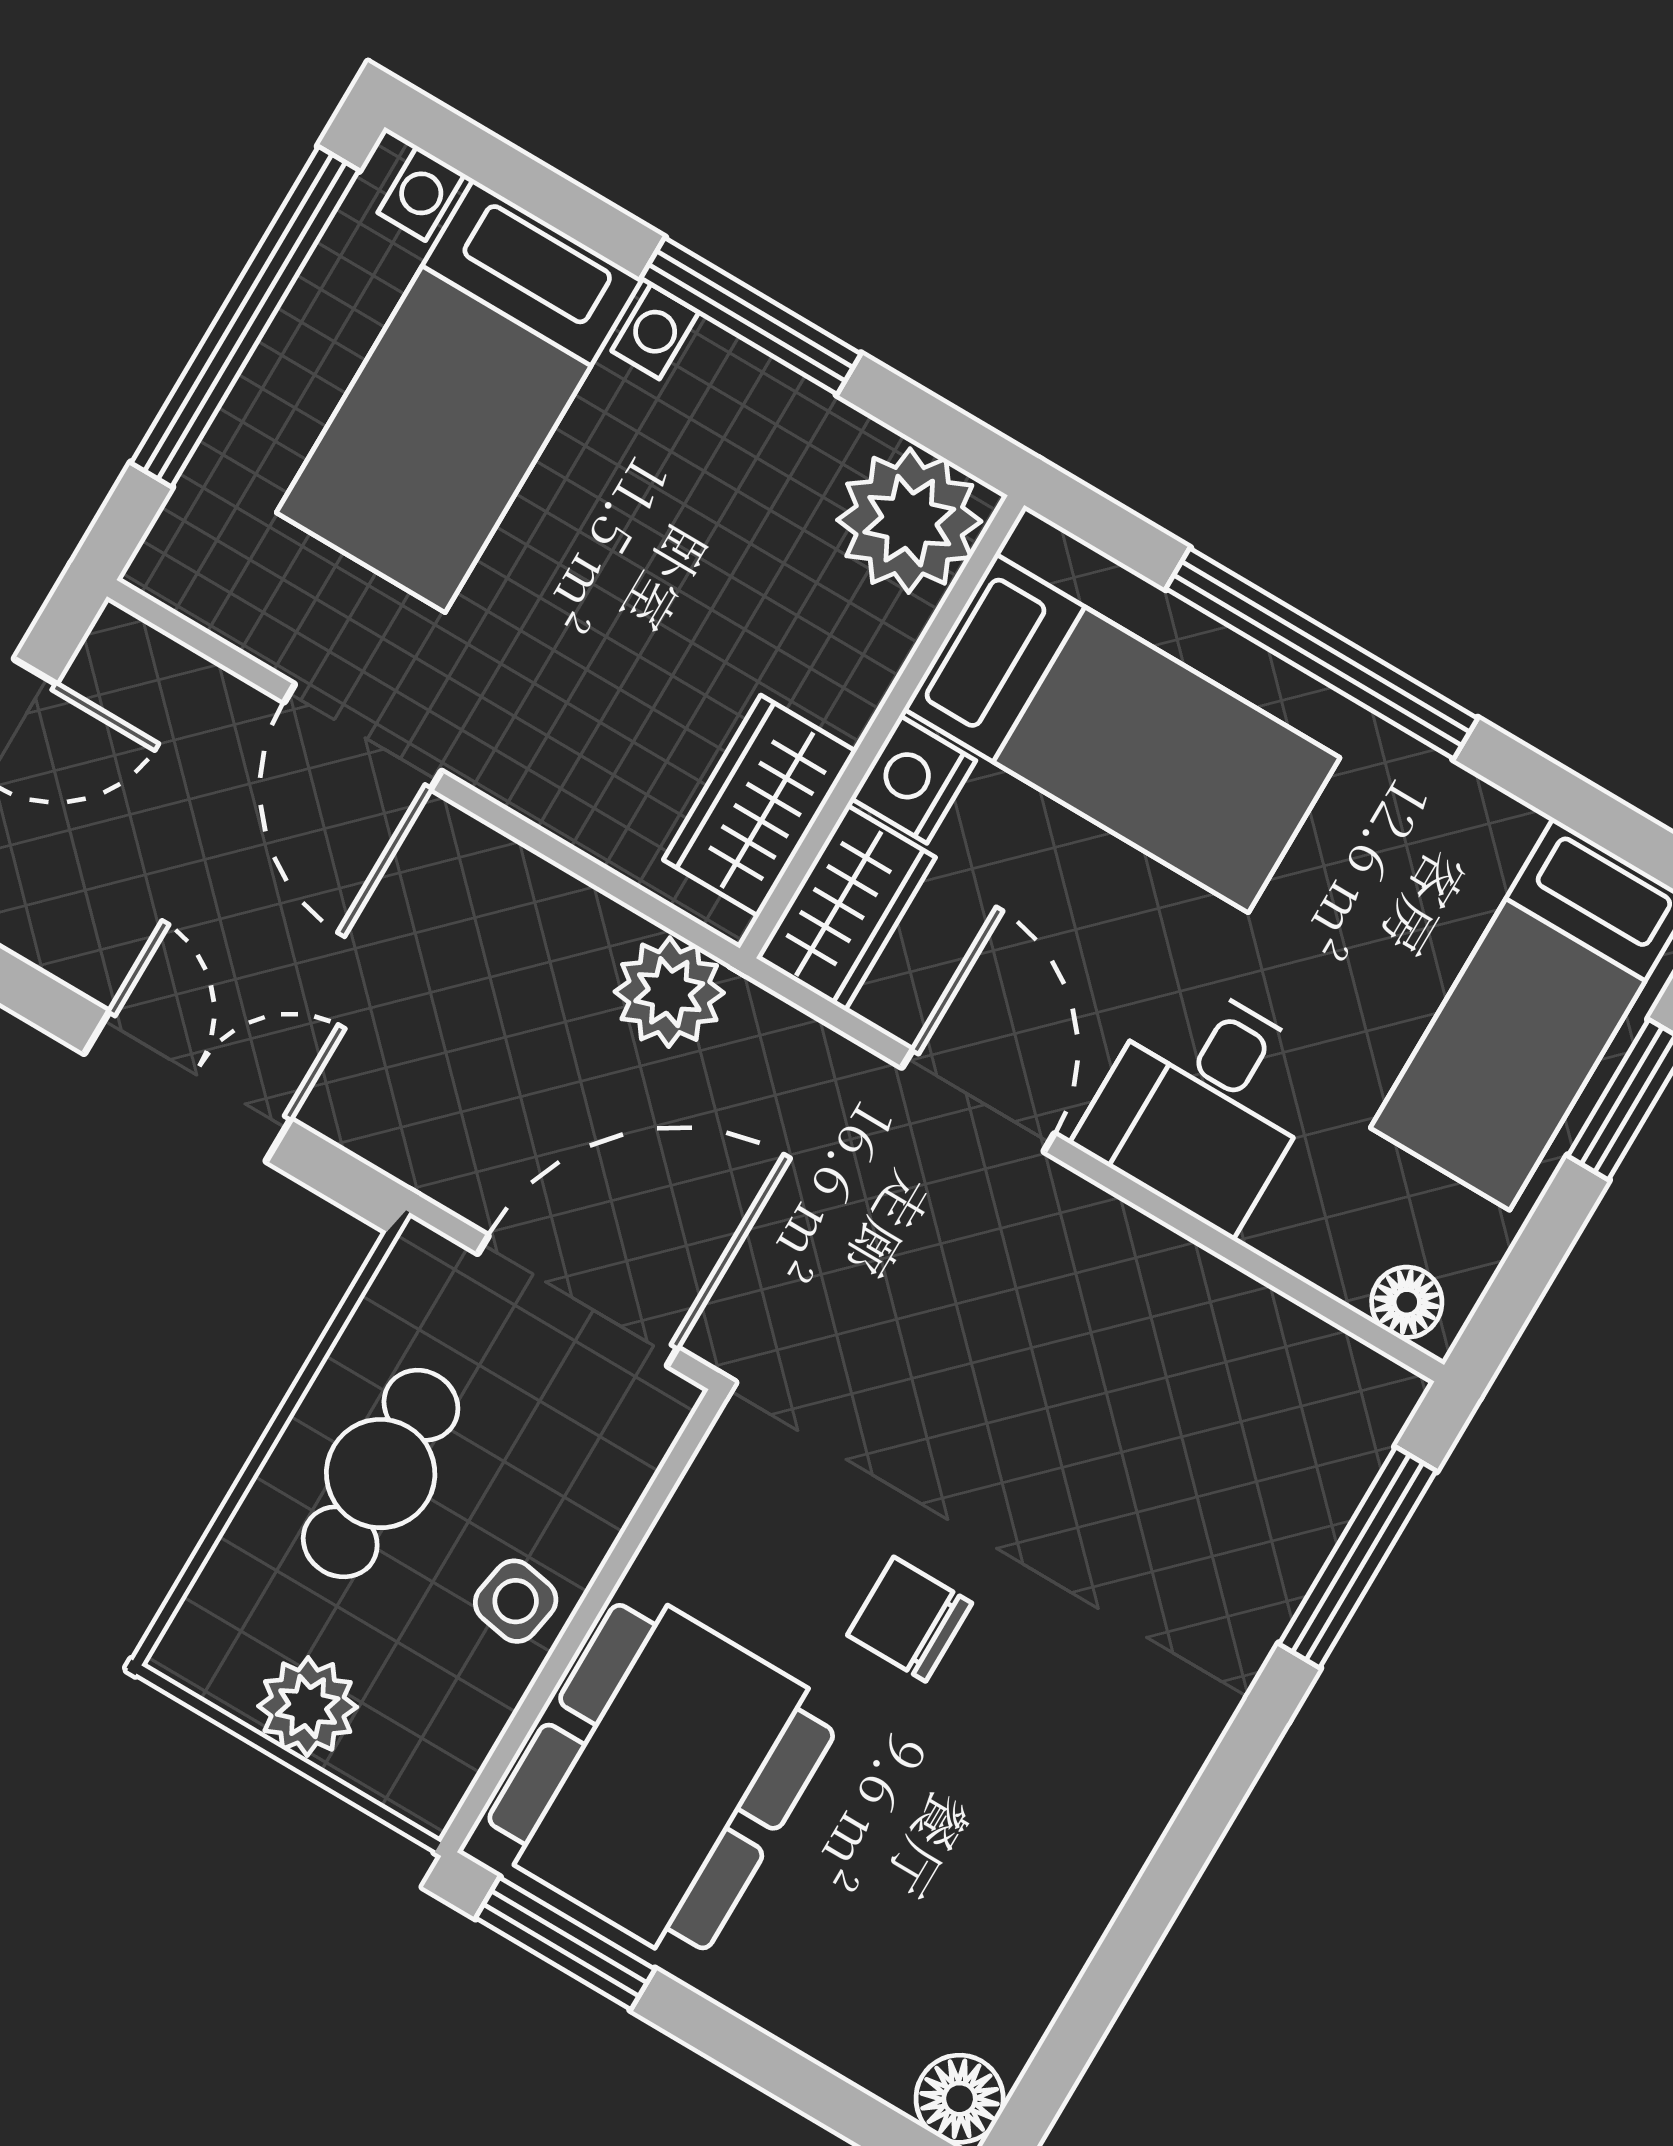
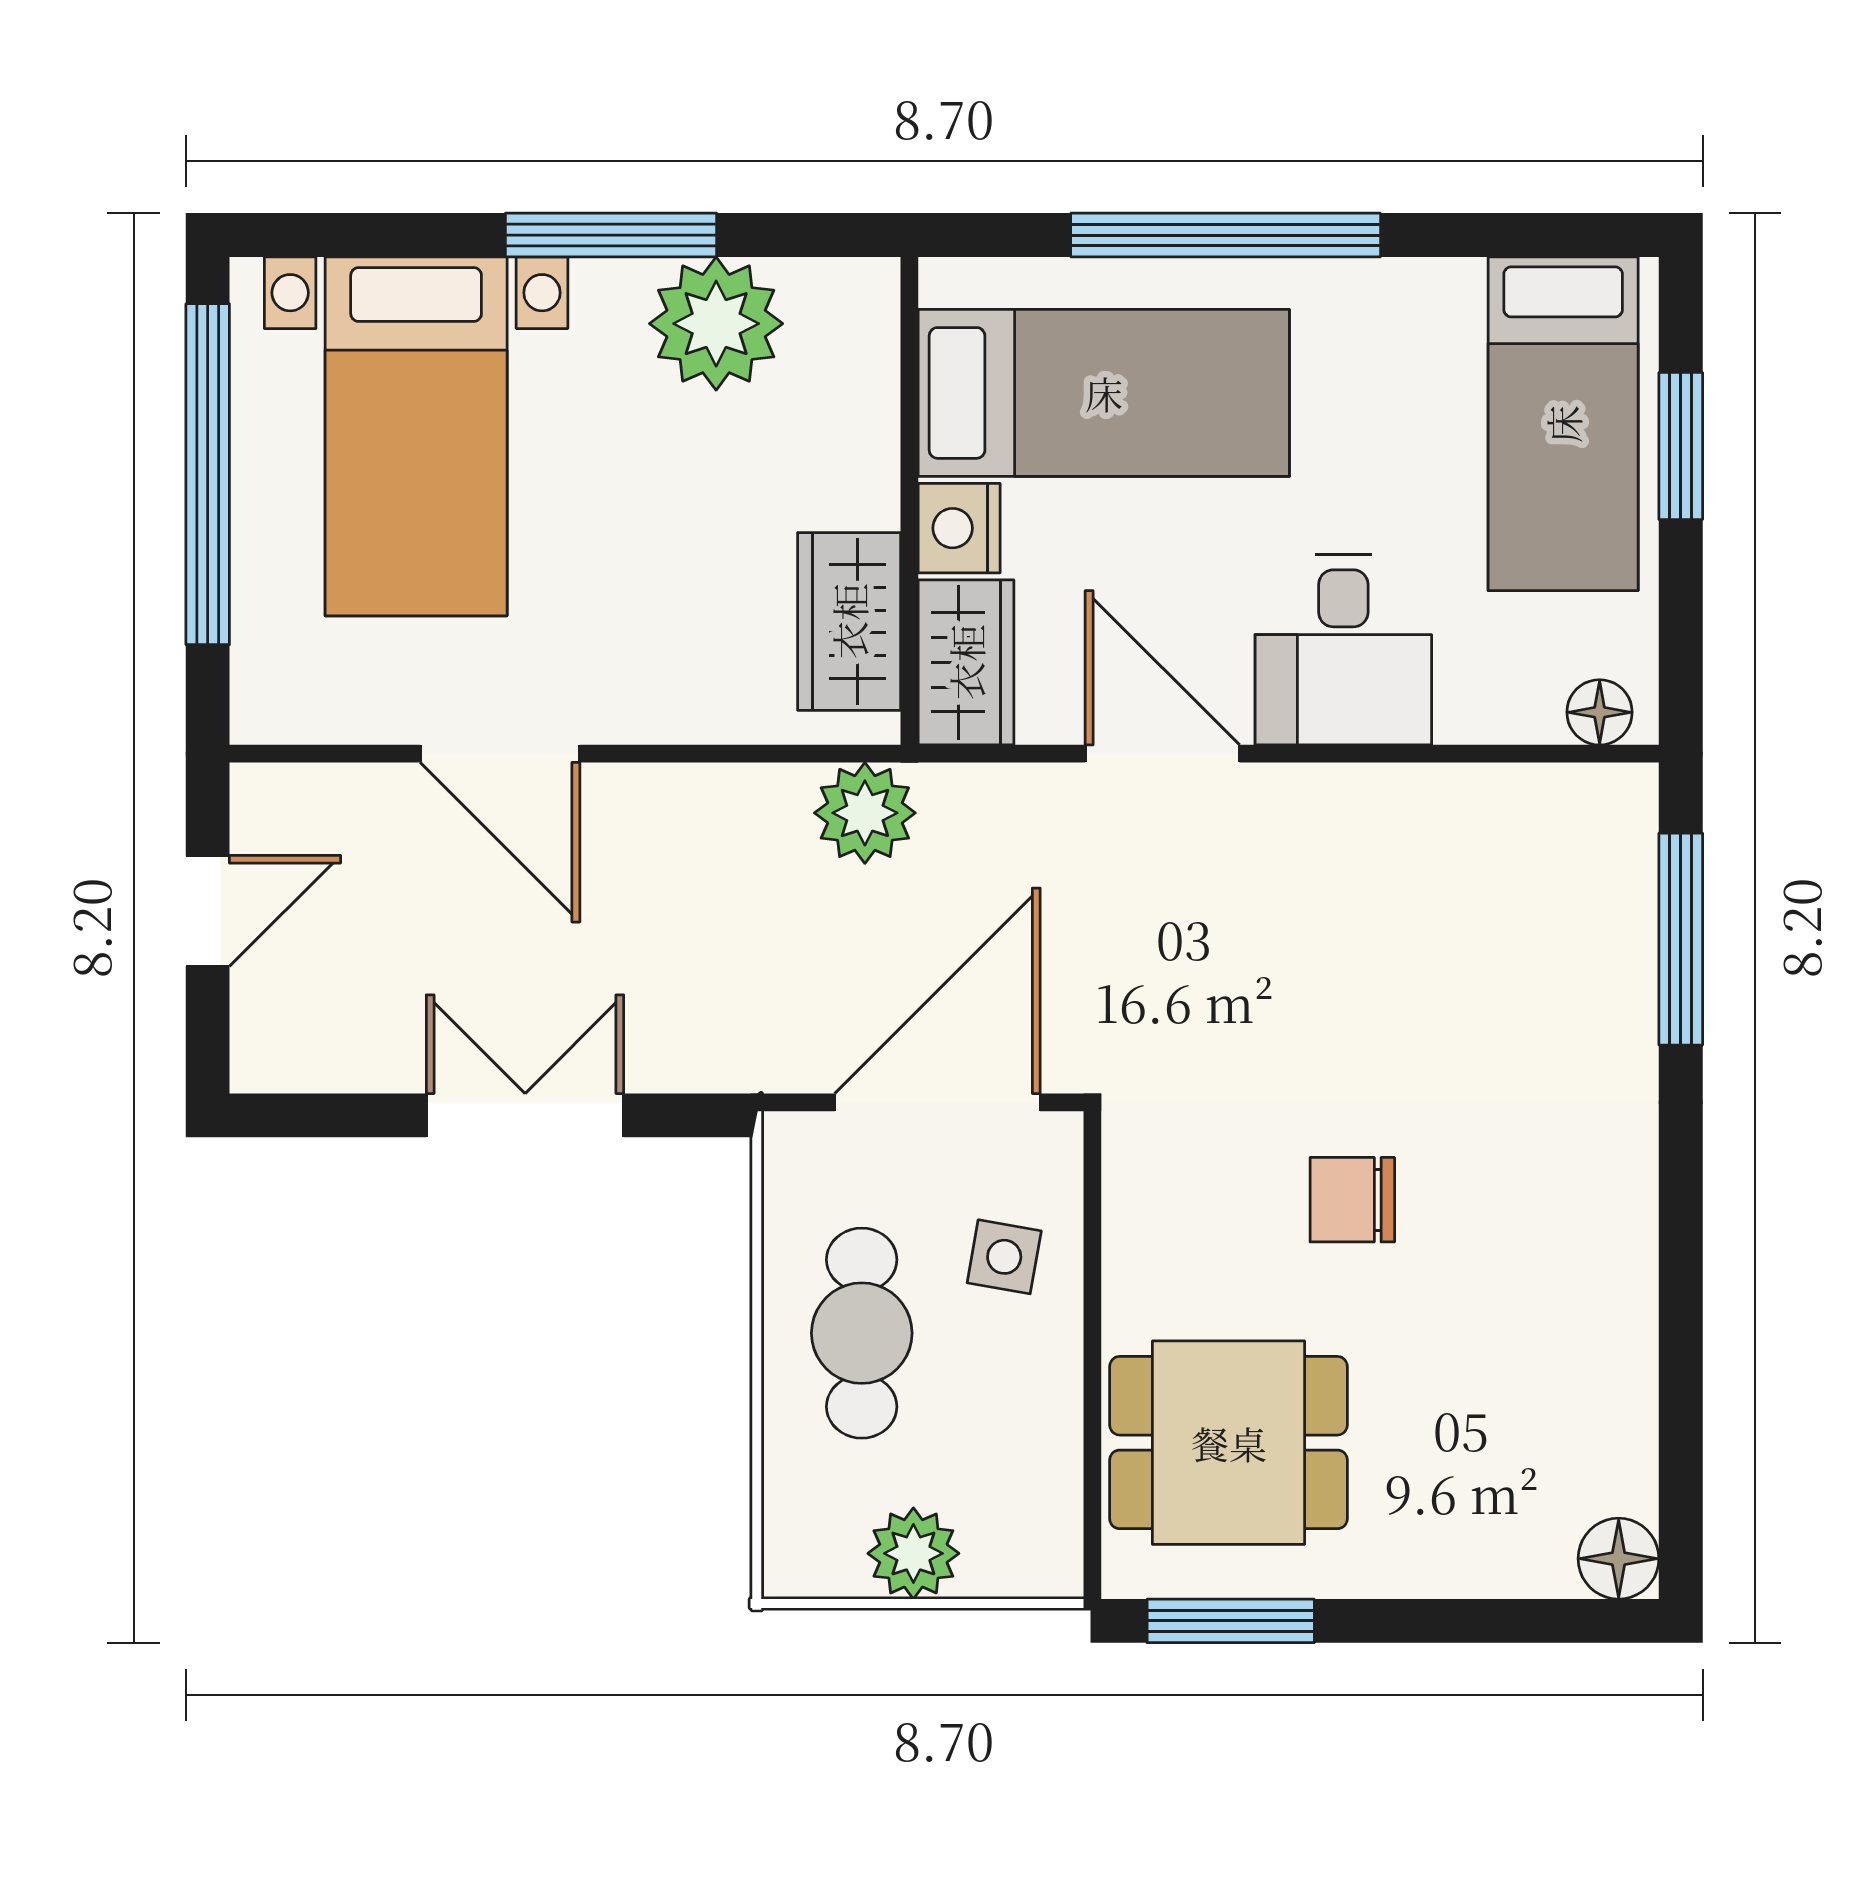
plant: (909, 521) -> (716, 324), moved
side table: (516, 1601) -> (1004, 1257), moved
dining table: (661, 1777) -> (1229, 1443), width x0.73

